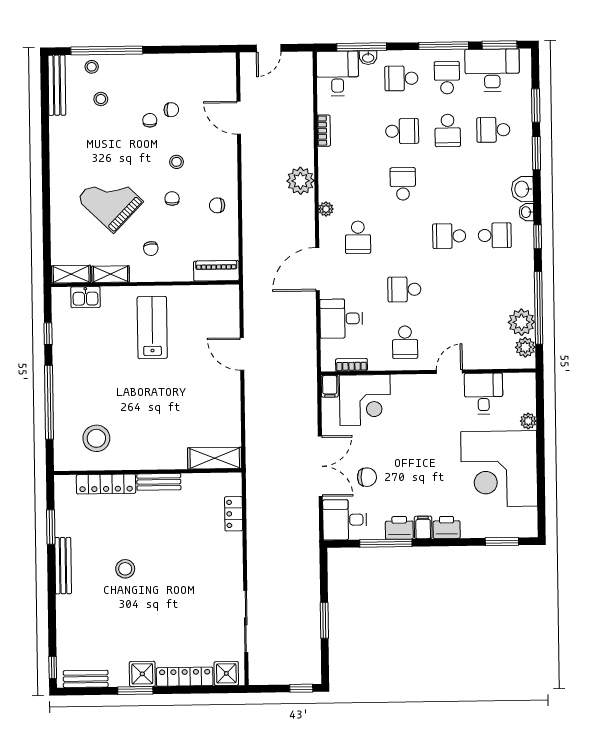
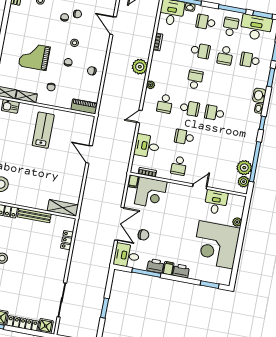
grand piano: (110, 200) -> (34, 56), turned -44
school desk: (495, 235) -> (190, 108), moved
door: (318, 269) -> (139, 117), width x0.53
bench: (159, 482) -> (34, 215), width x1.36

